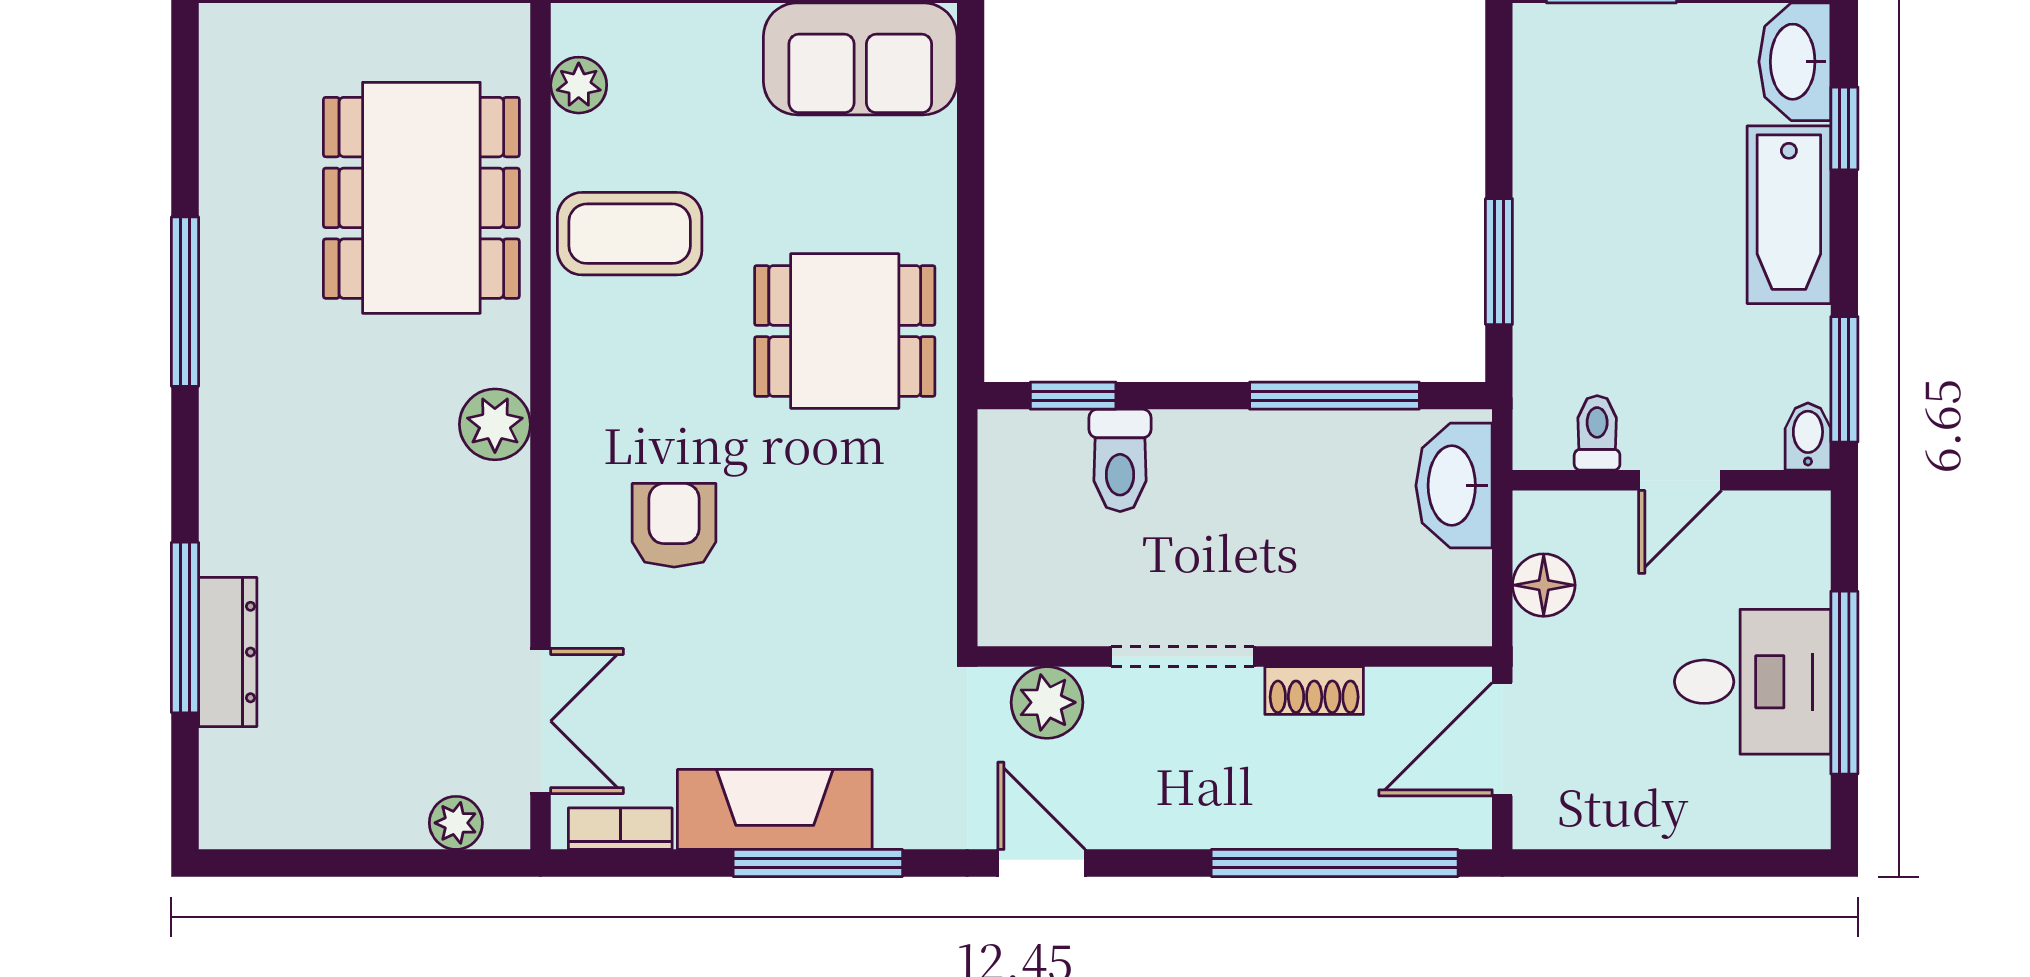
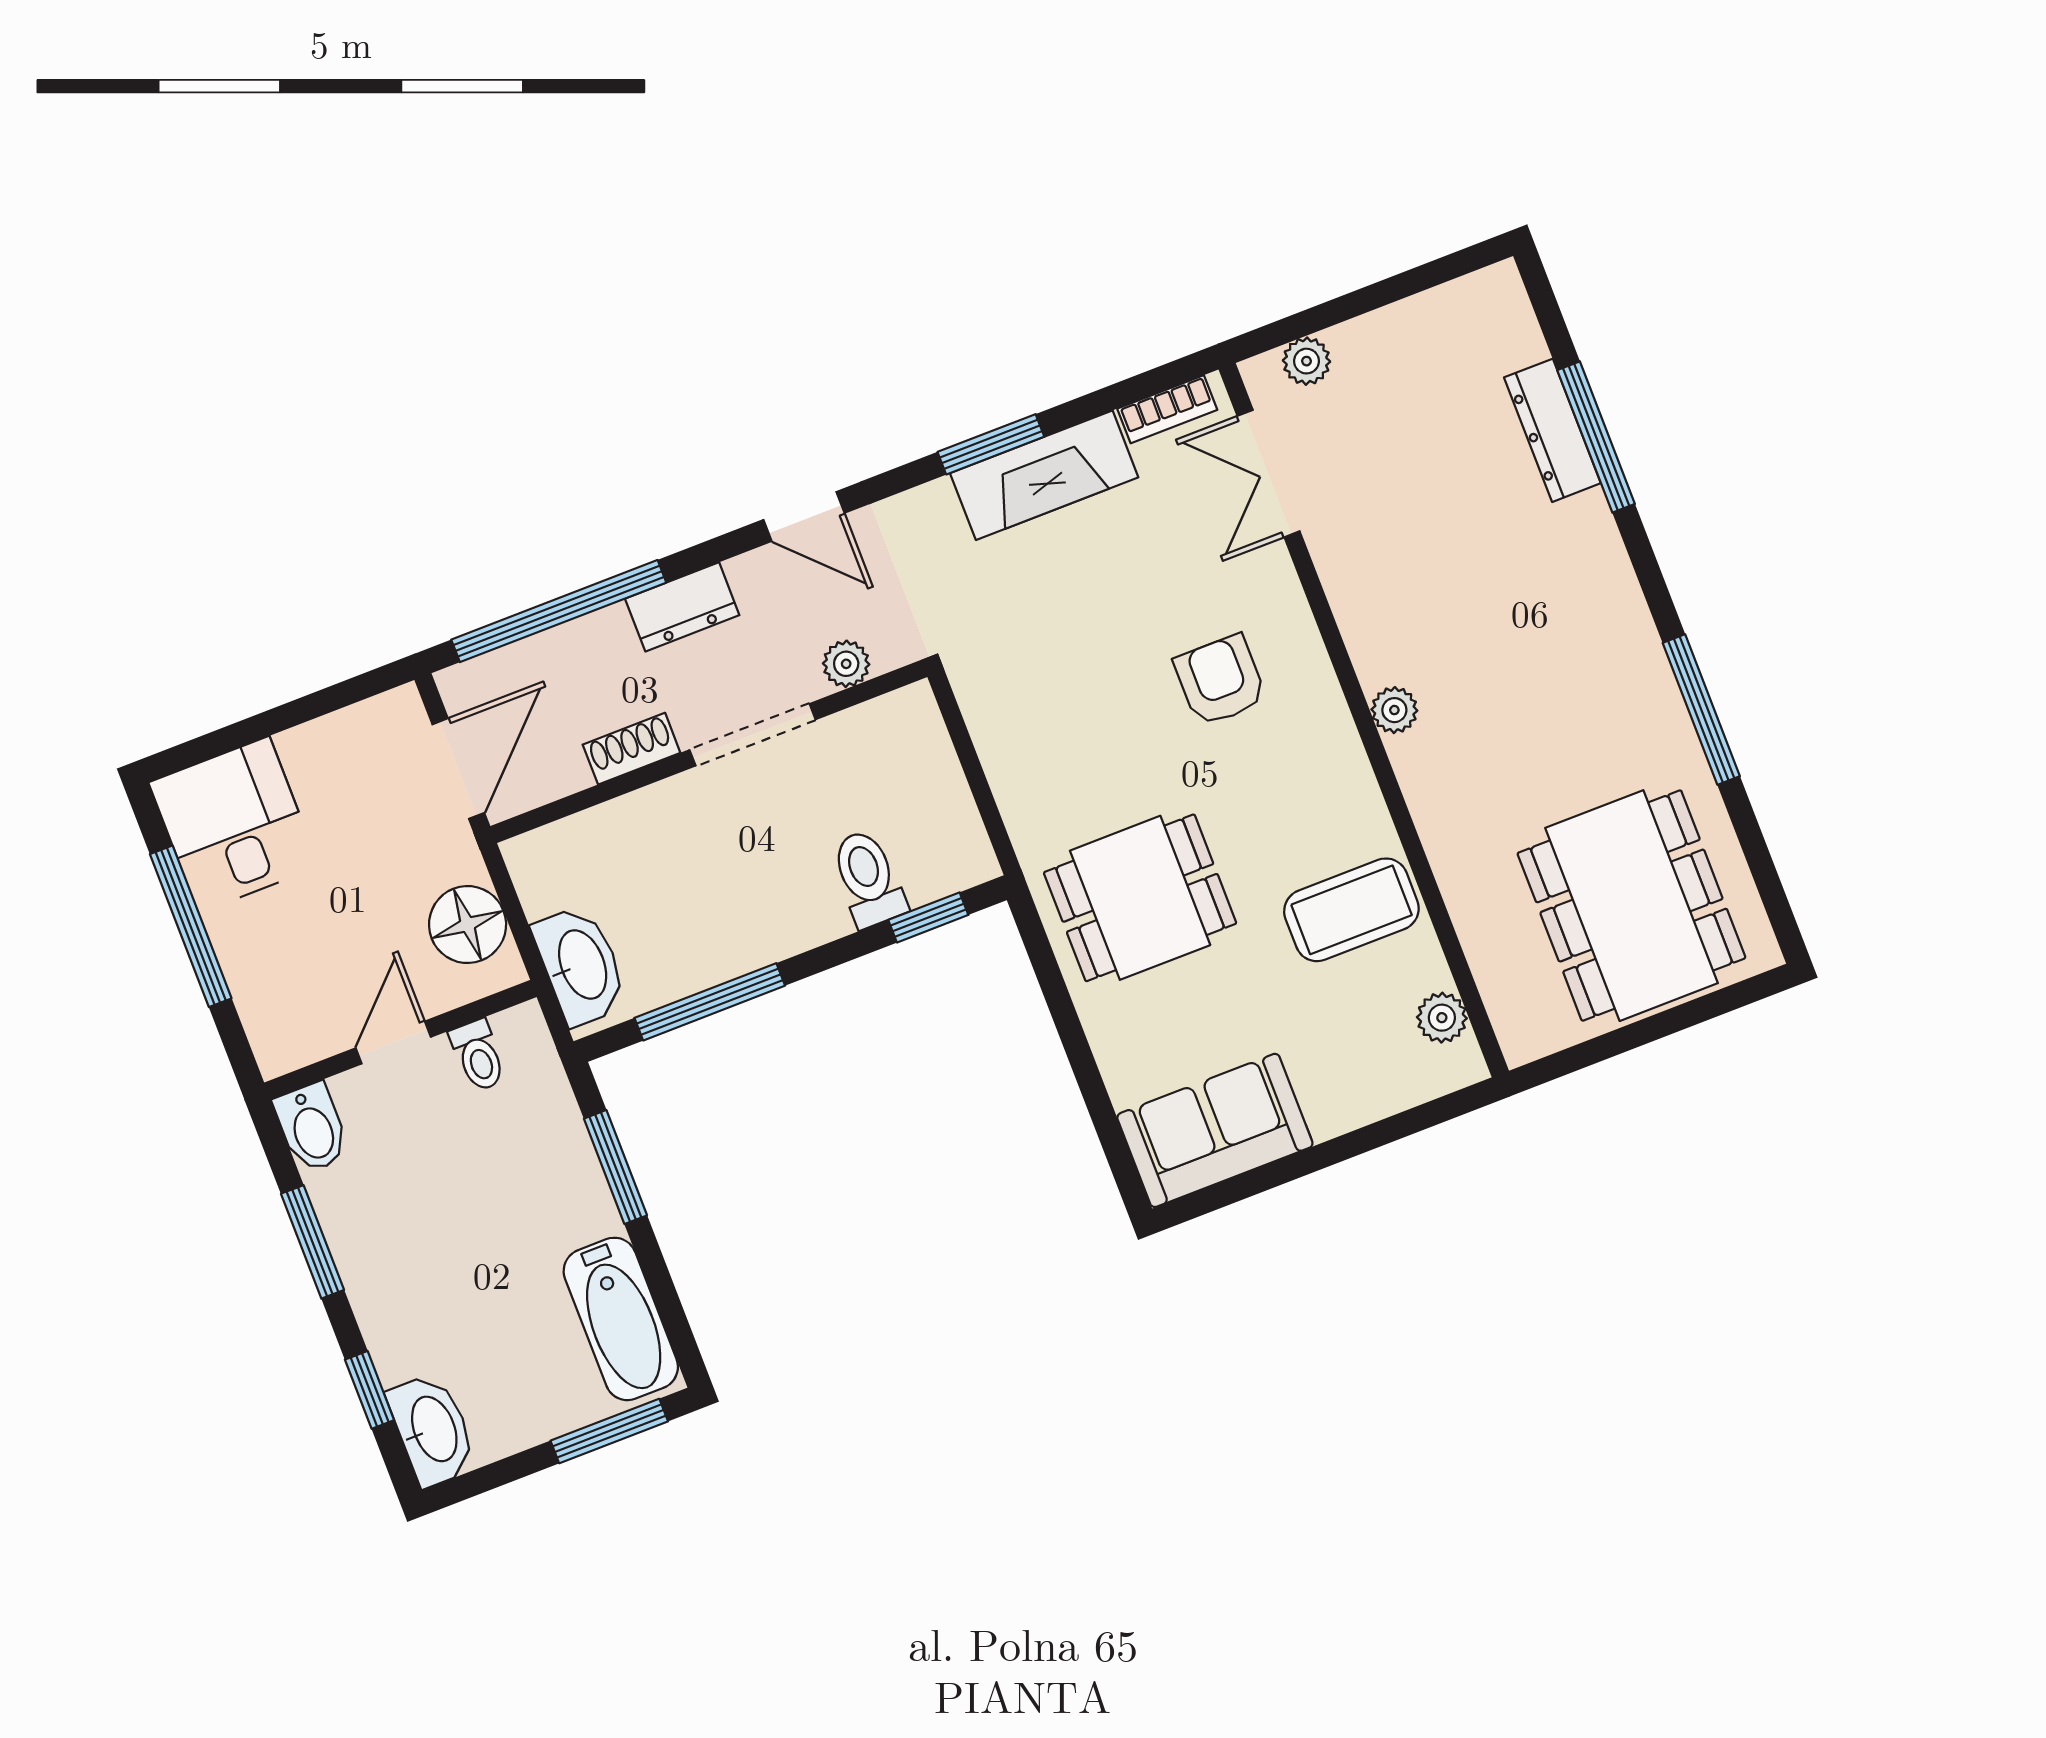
dining table: (421, 198) -> (1631, 906), moved
bathtub: (1789, 215) -> (621, 1319), moved, turned 180
window: (1844, 379) -> (312, 1242), moved
plant: (495, 424) -> (1394, 710), width x0.73, depth x0.73
bidet: (1808, 437) -> (312, 1128), width x1.38, depth x1.36
armchair: (674, 525) -> (1220, 680), turned 180
floor lamp: (1544, 585) -> (468, 925), width x1.38, depth x1.38
desk: (1753, 682) -> (234, 824), moved, turned 90
plant: (1047, 702) -> (846, 664), width x0.73, depth x0.73
dresser: (1204, 818) -> (682, 607), added
window: (818, 863) -> (991, 444), width x0.69

